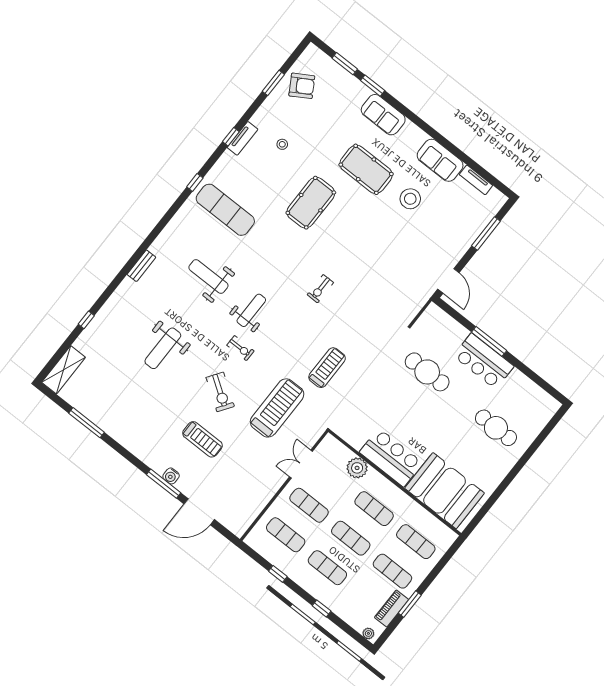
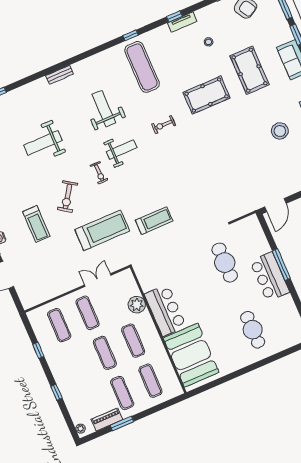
pool table: (366, 169) -> (250, 70), moved
exercise bike: (320, 289) -> (164, 125), moved
exercise mat: (327, 568) -> (77, 365), removed

